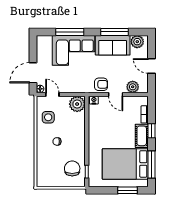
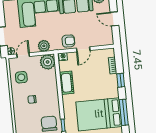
plant: (133, 87) -> (44, 46), moved
door: (52, 94) -> (23, 55), hinge flipped
door: (116, 94) -> (83, 49), hinge flipped
cot: (142, 136) -> (67, 83), moved

